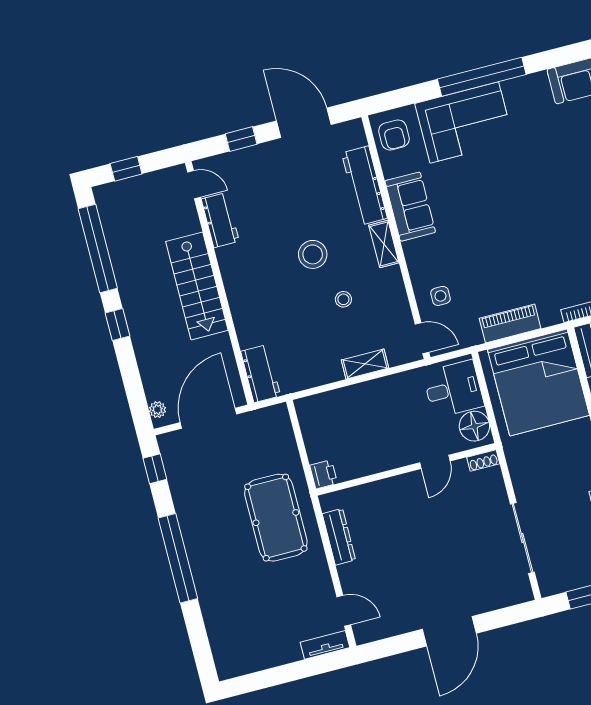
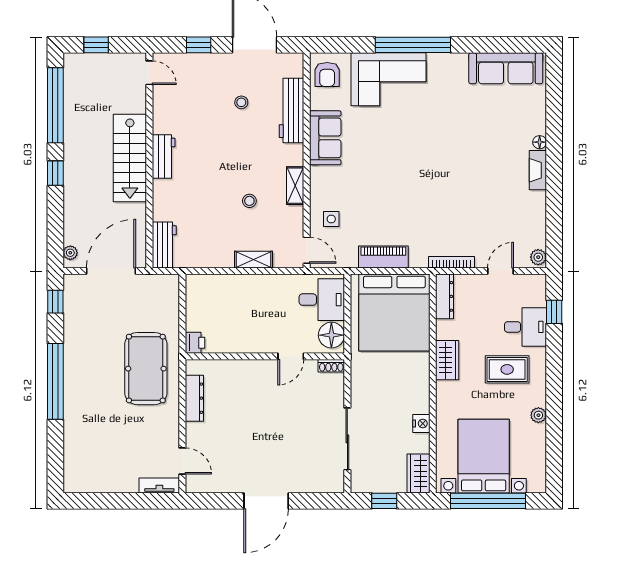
workbench: (220, 220) -> (164, 157), moved
shelving: (384, 244) -> (295, 186), moved
stool: (313, 254) -> (241, 102), moved, width x0.53, depth x0.53

